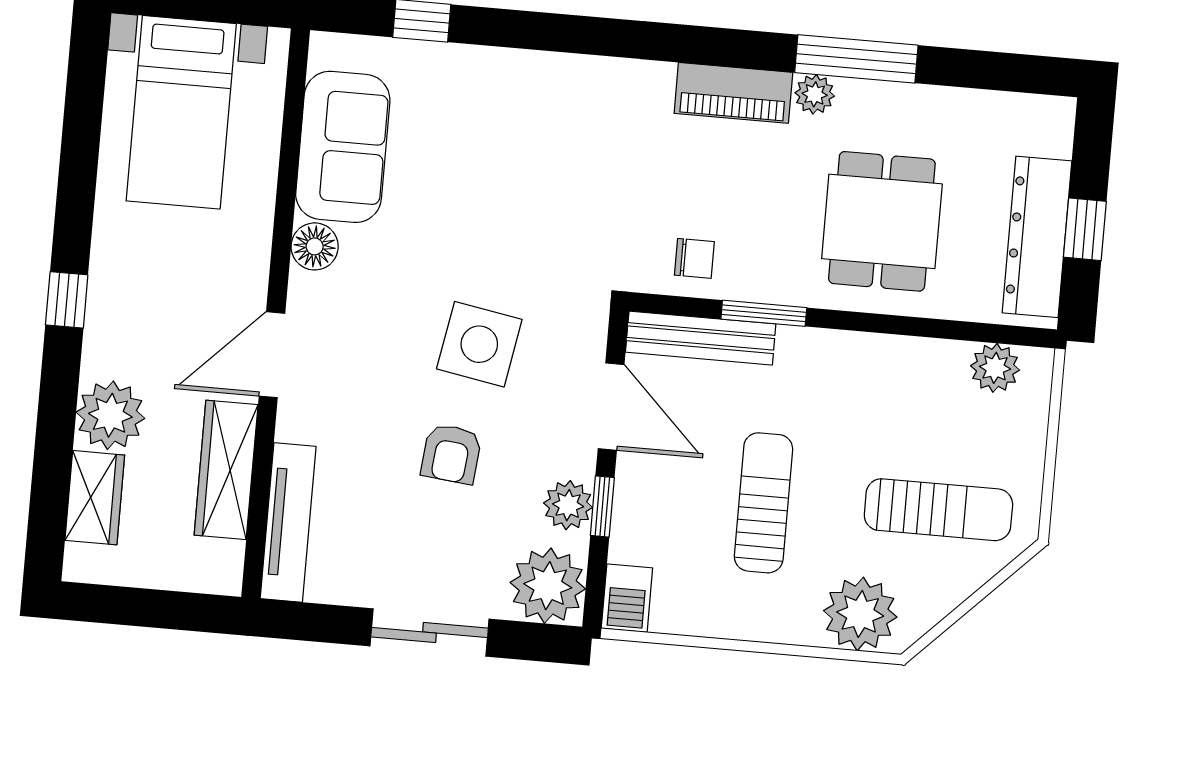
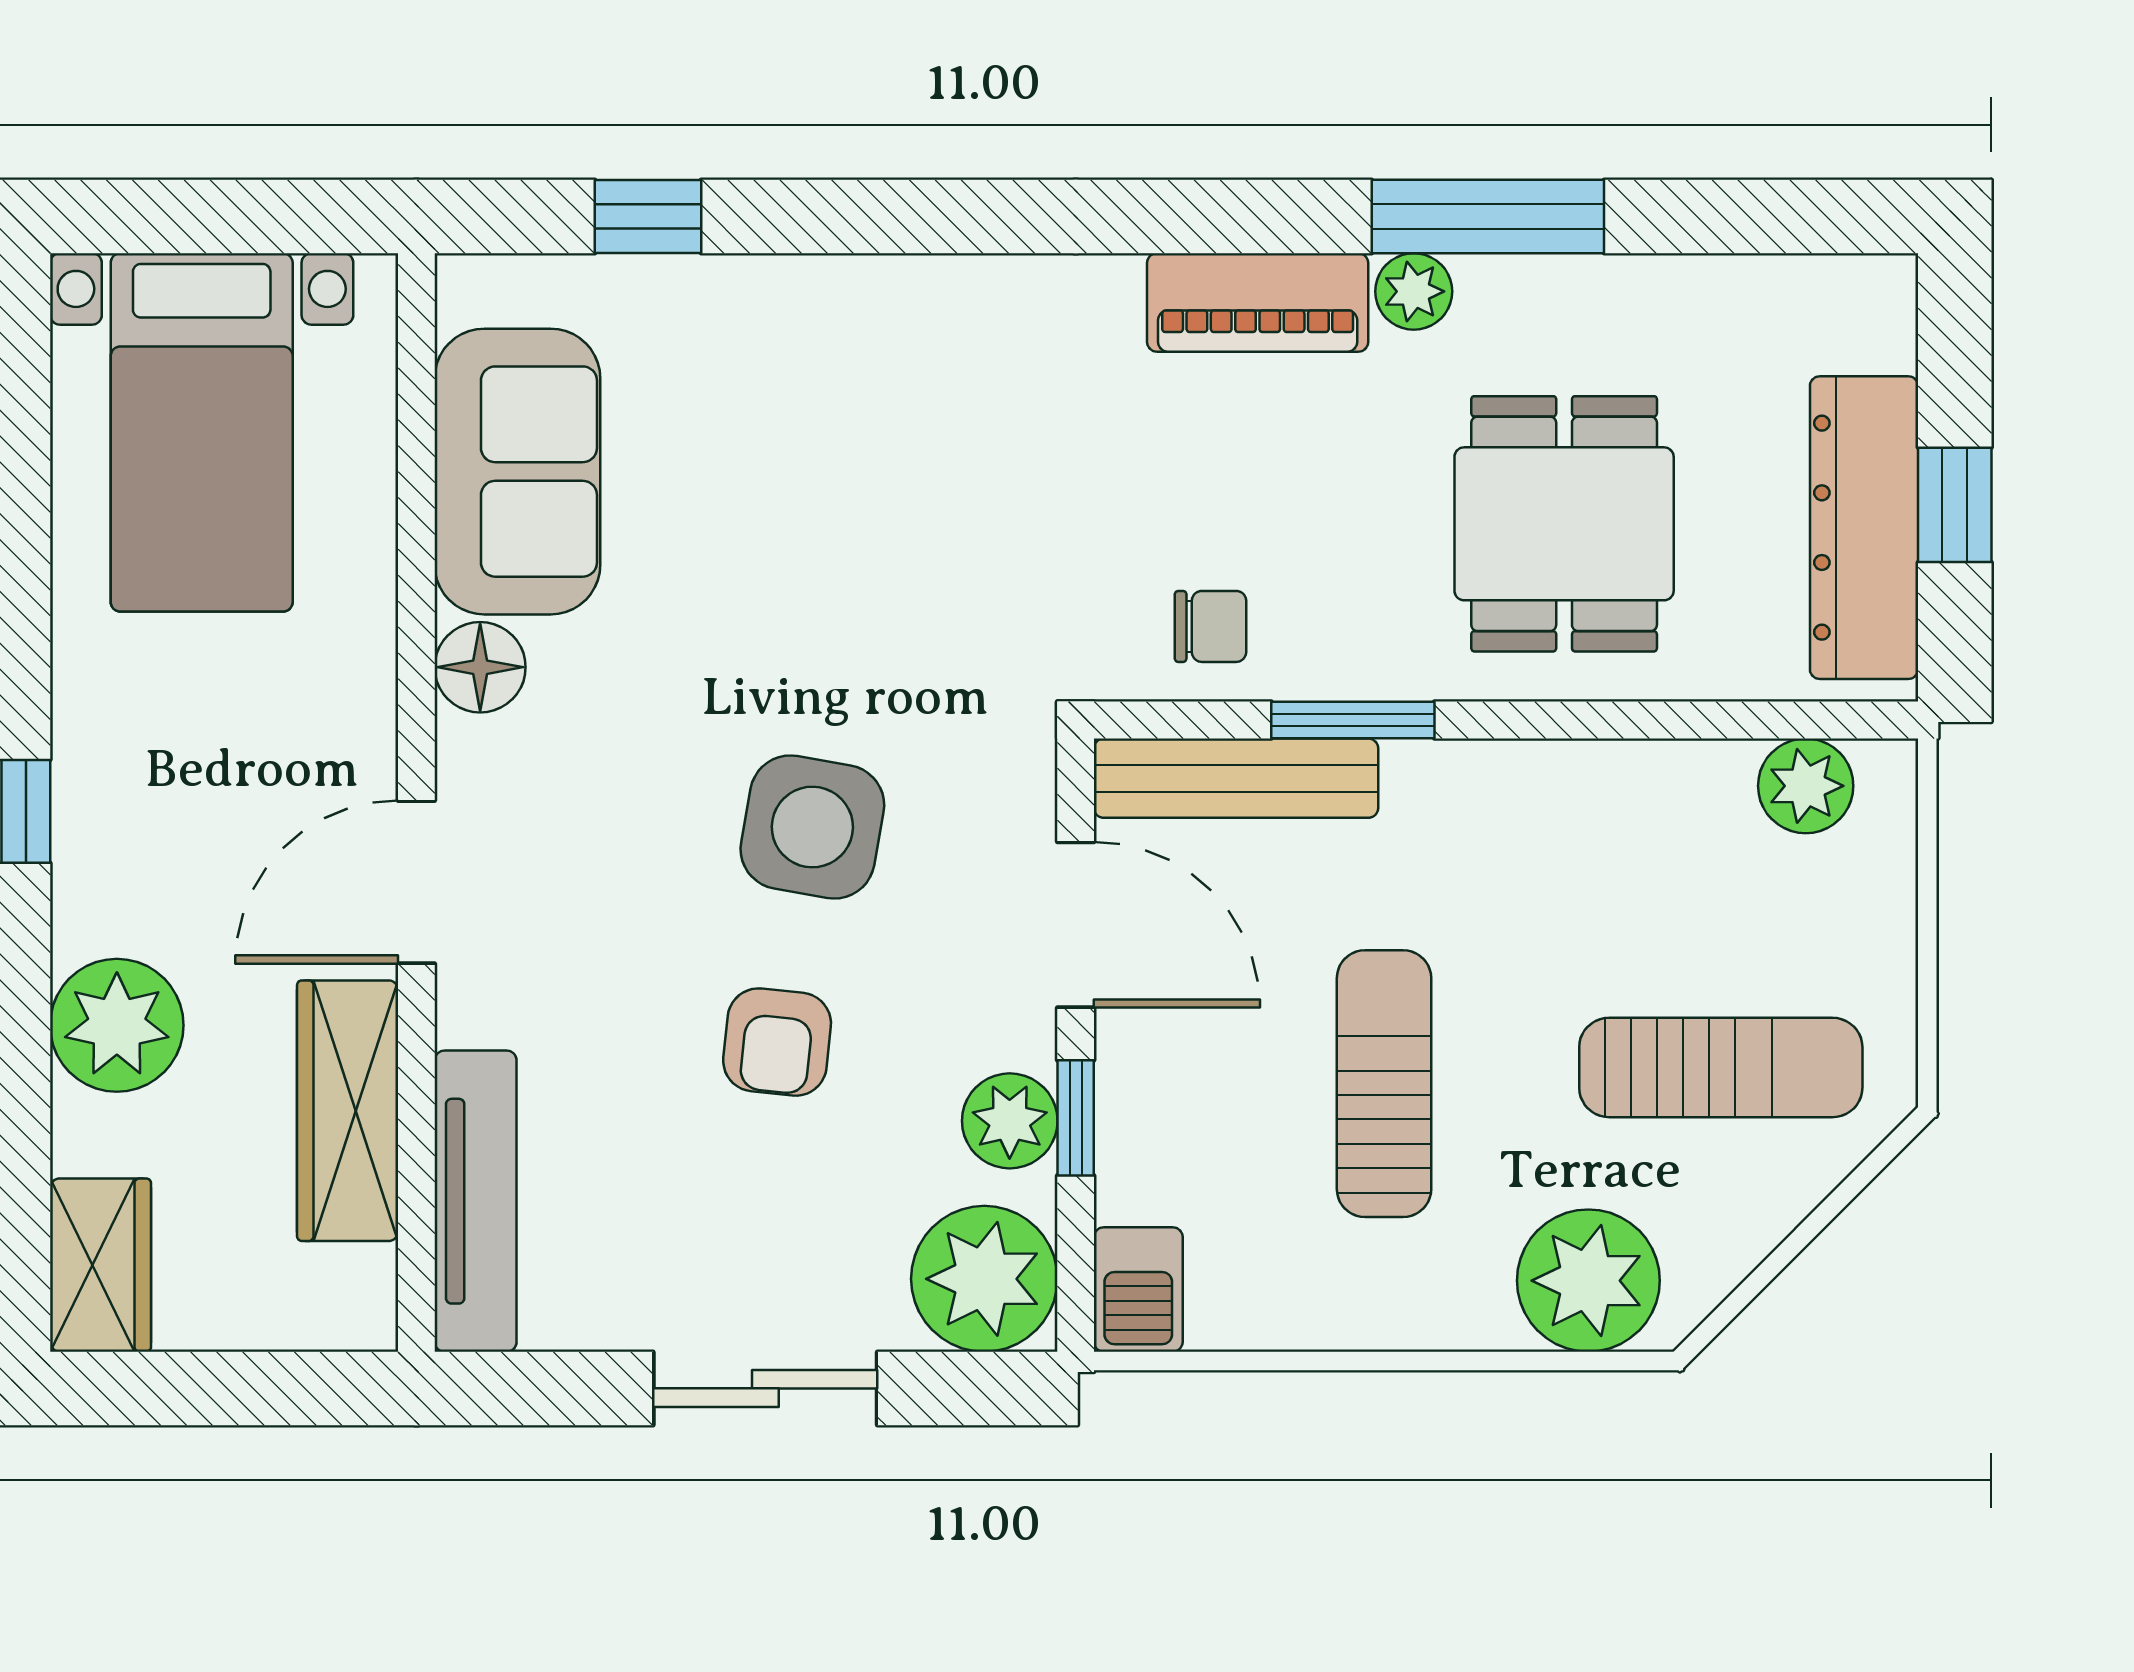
wardrobe: (95, 498) -> (101, 1265), moved

